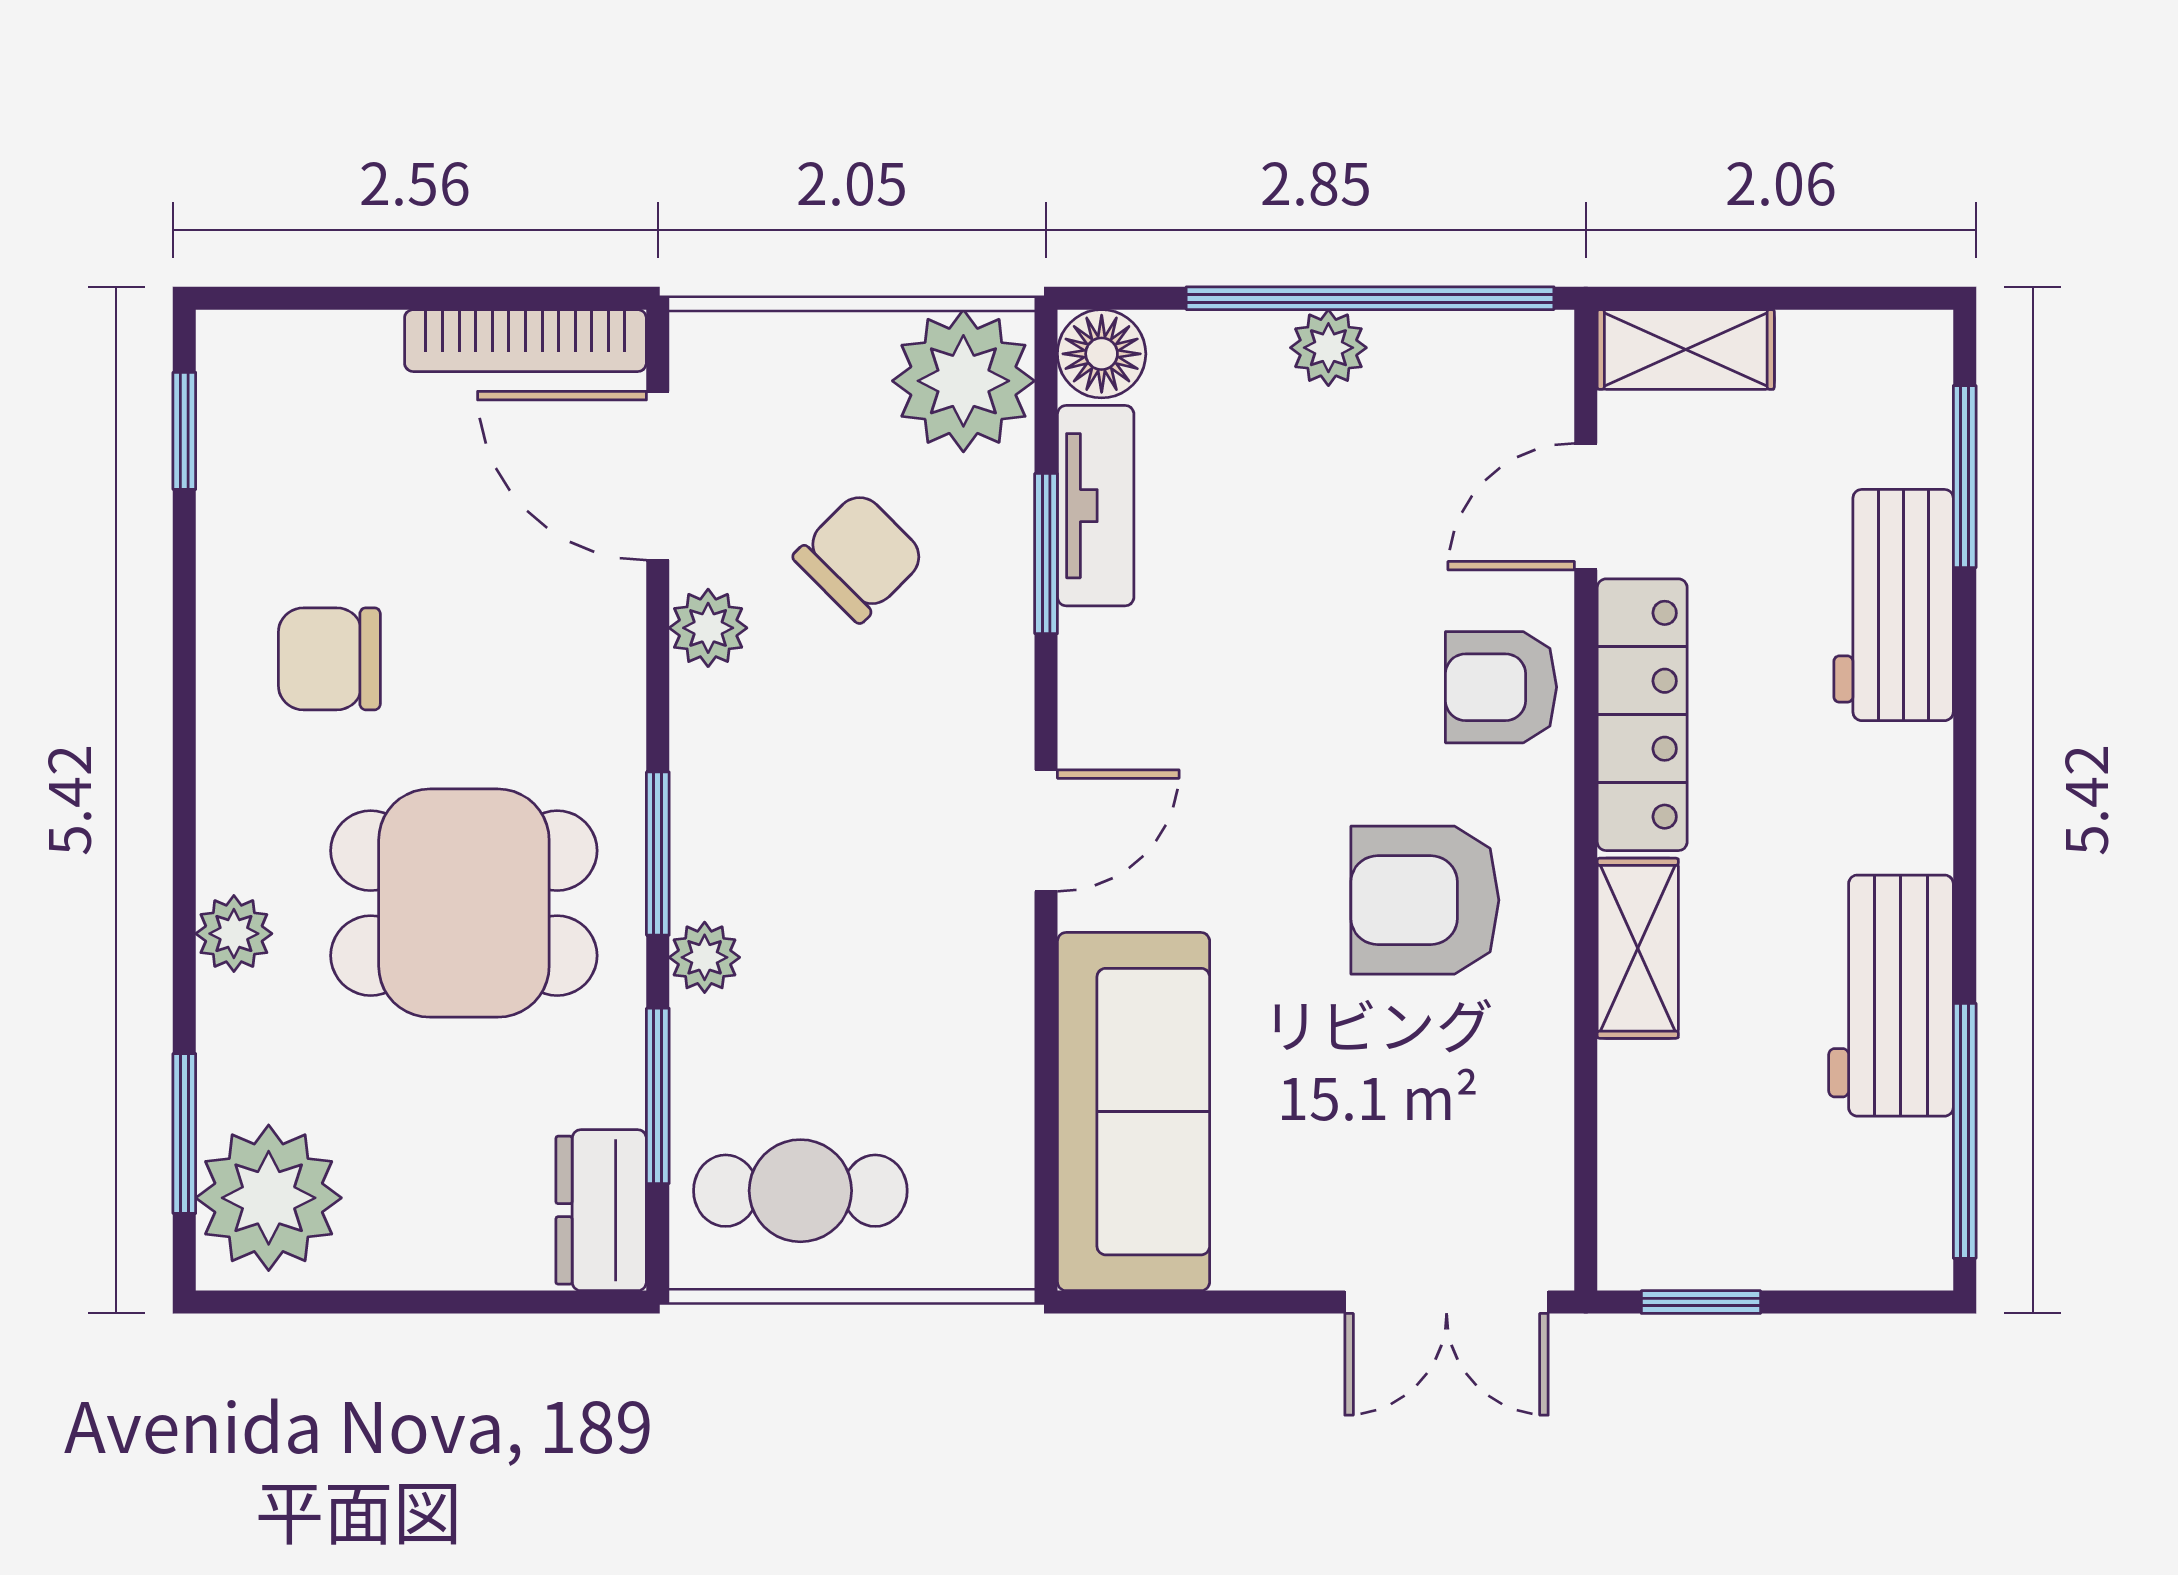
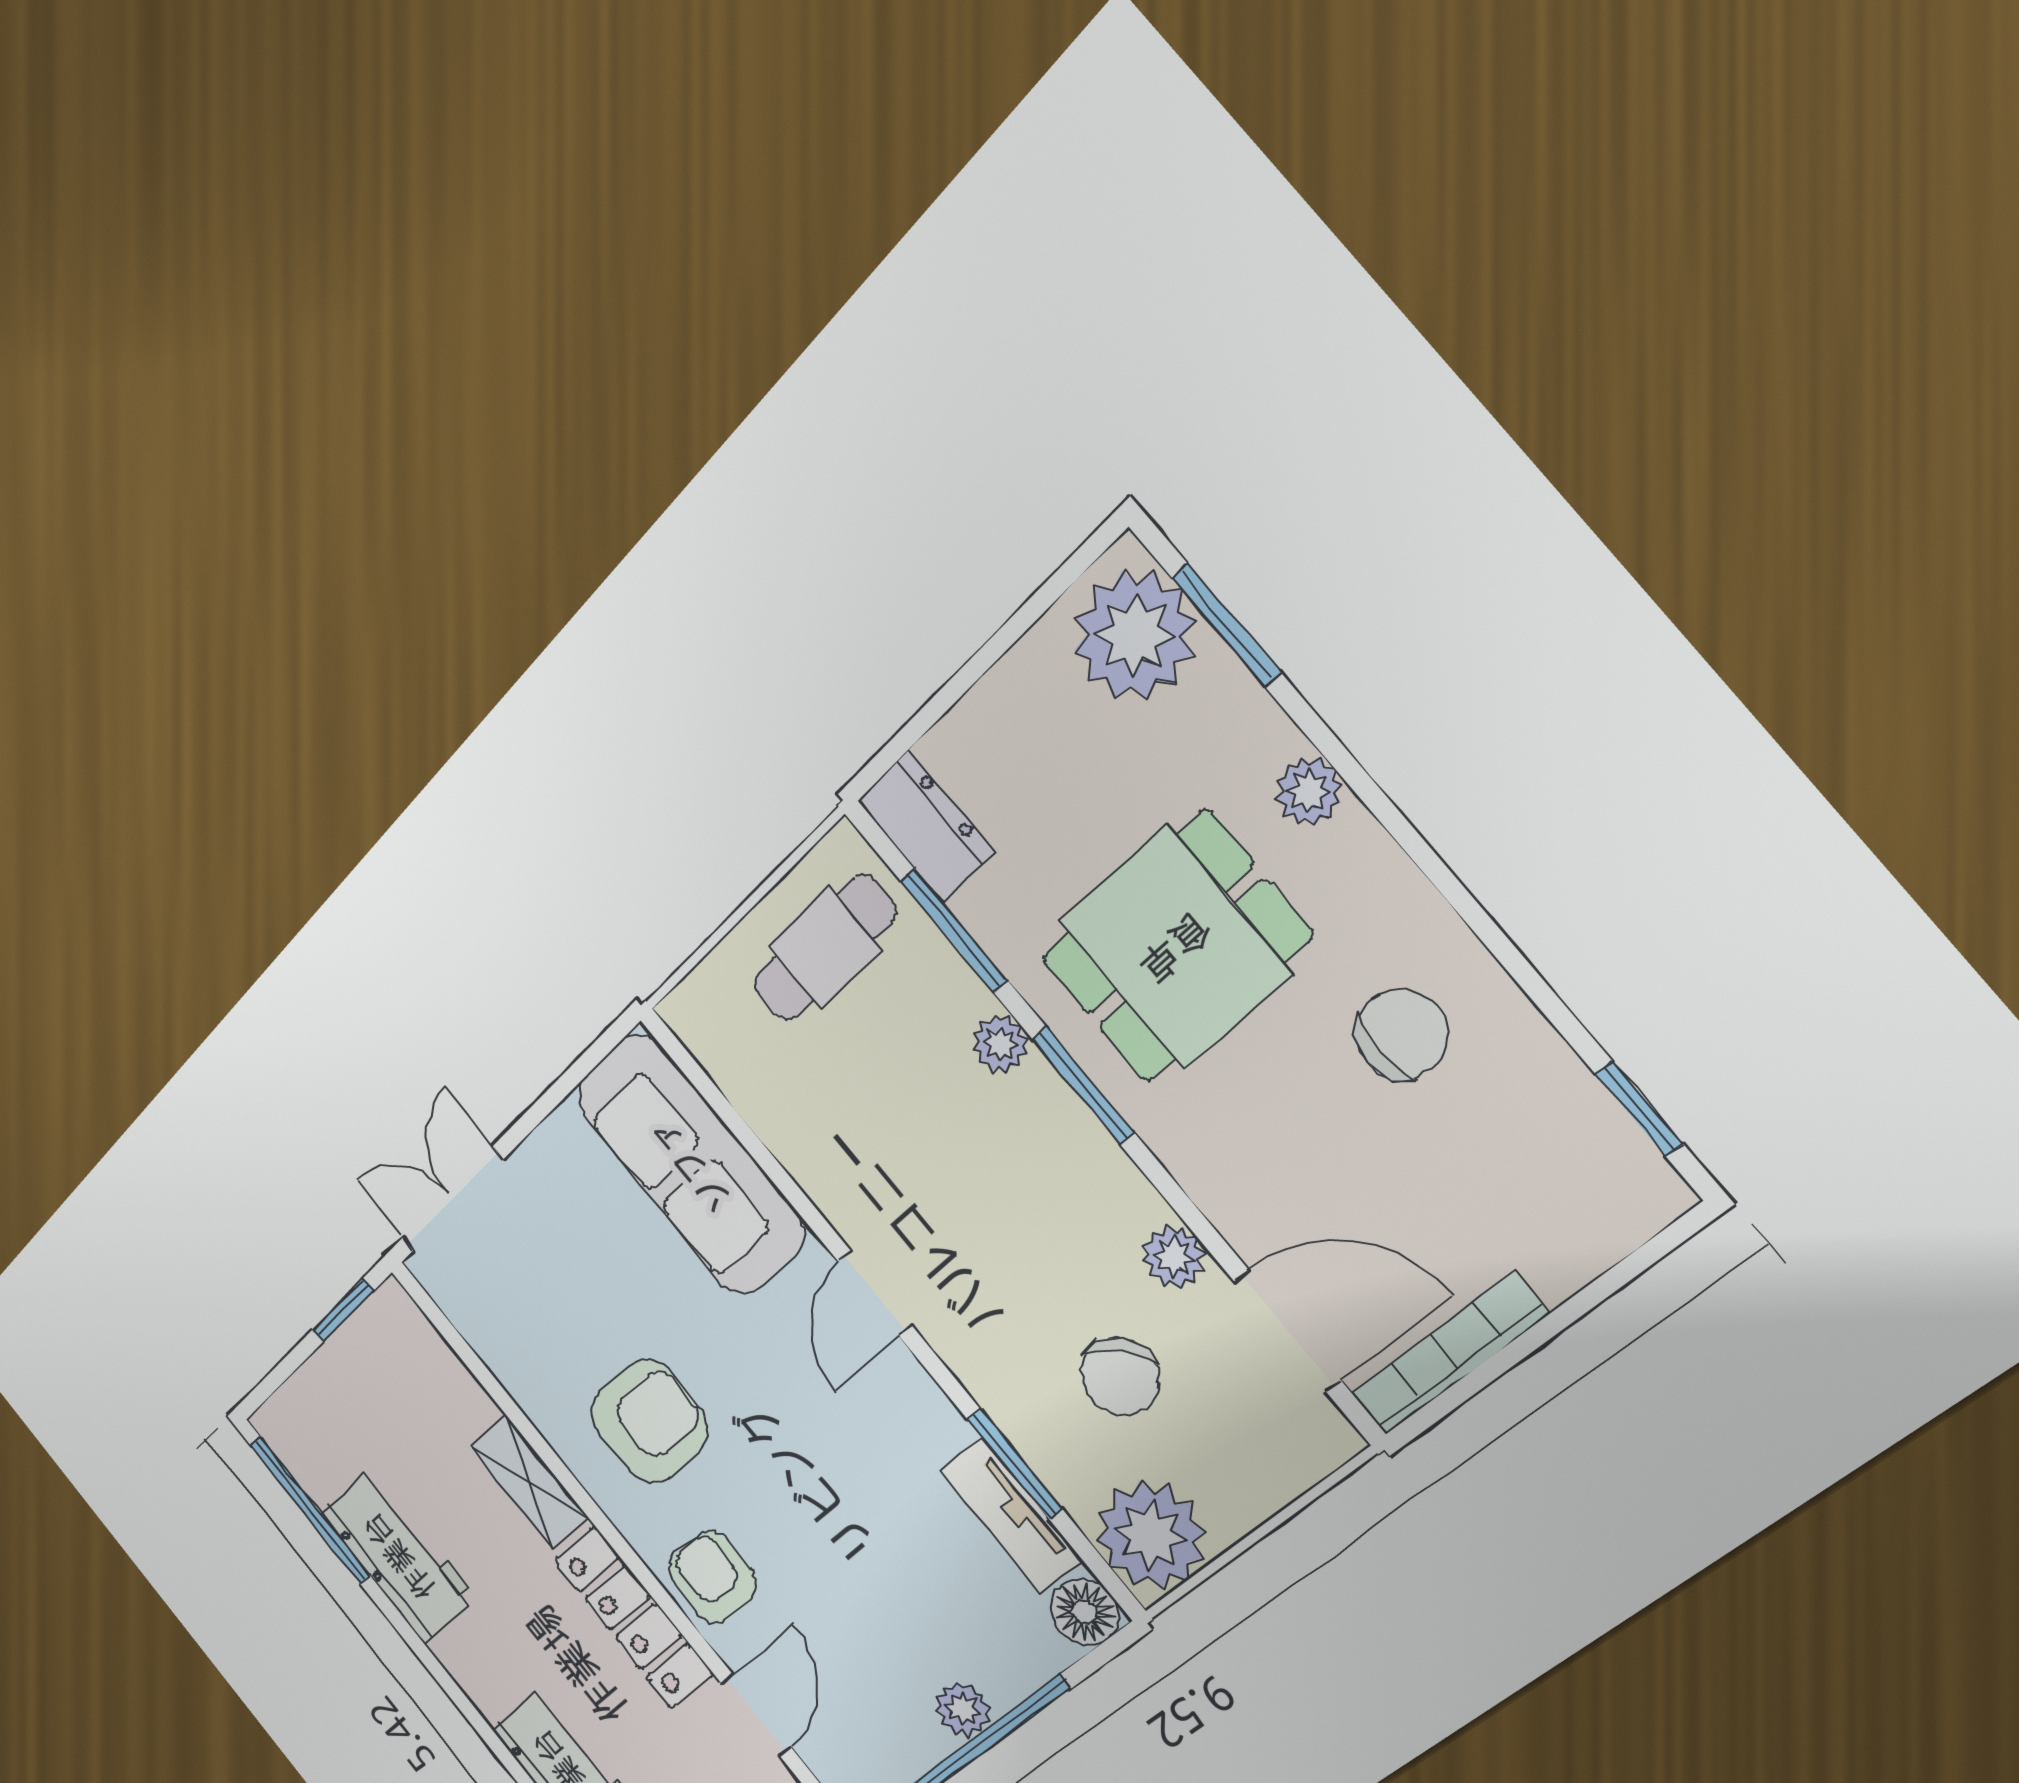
armchair: (1501, 687) -> (713, 1577), turned -90

